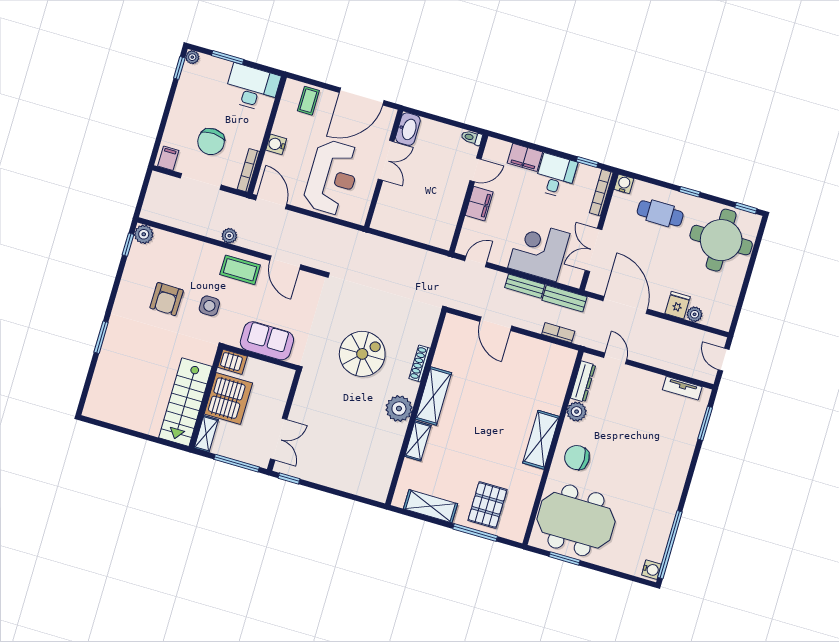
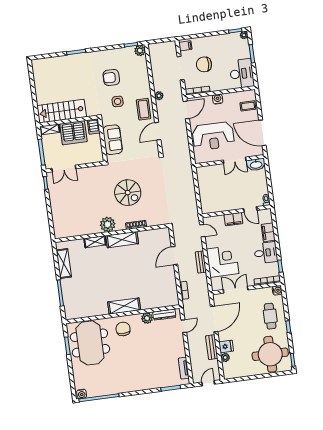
bench: (564, 298) -> (212, 347), moved
pallet: (487, 505) -> (78, 293), removed

